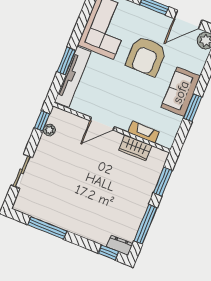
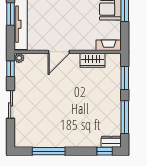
plant: (49, 130) -> (19, 58), moved
fireplace: (144, 132) -> (109, 45), moved
sliding door: (22, 171) -> (11, 104), moved

